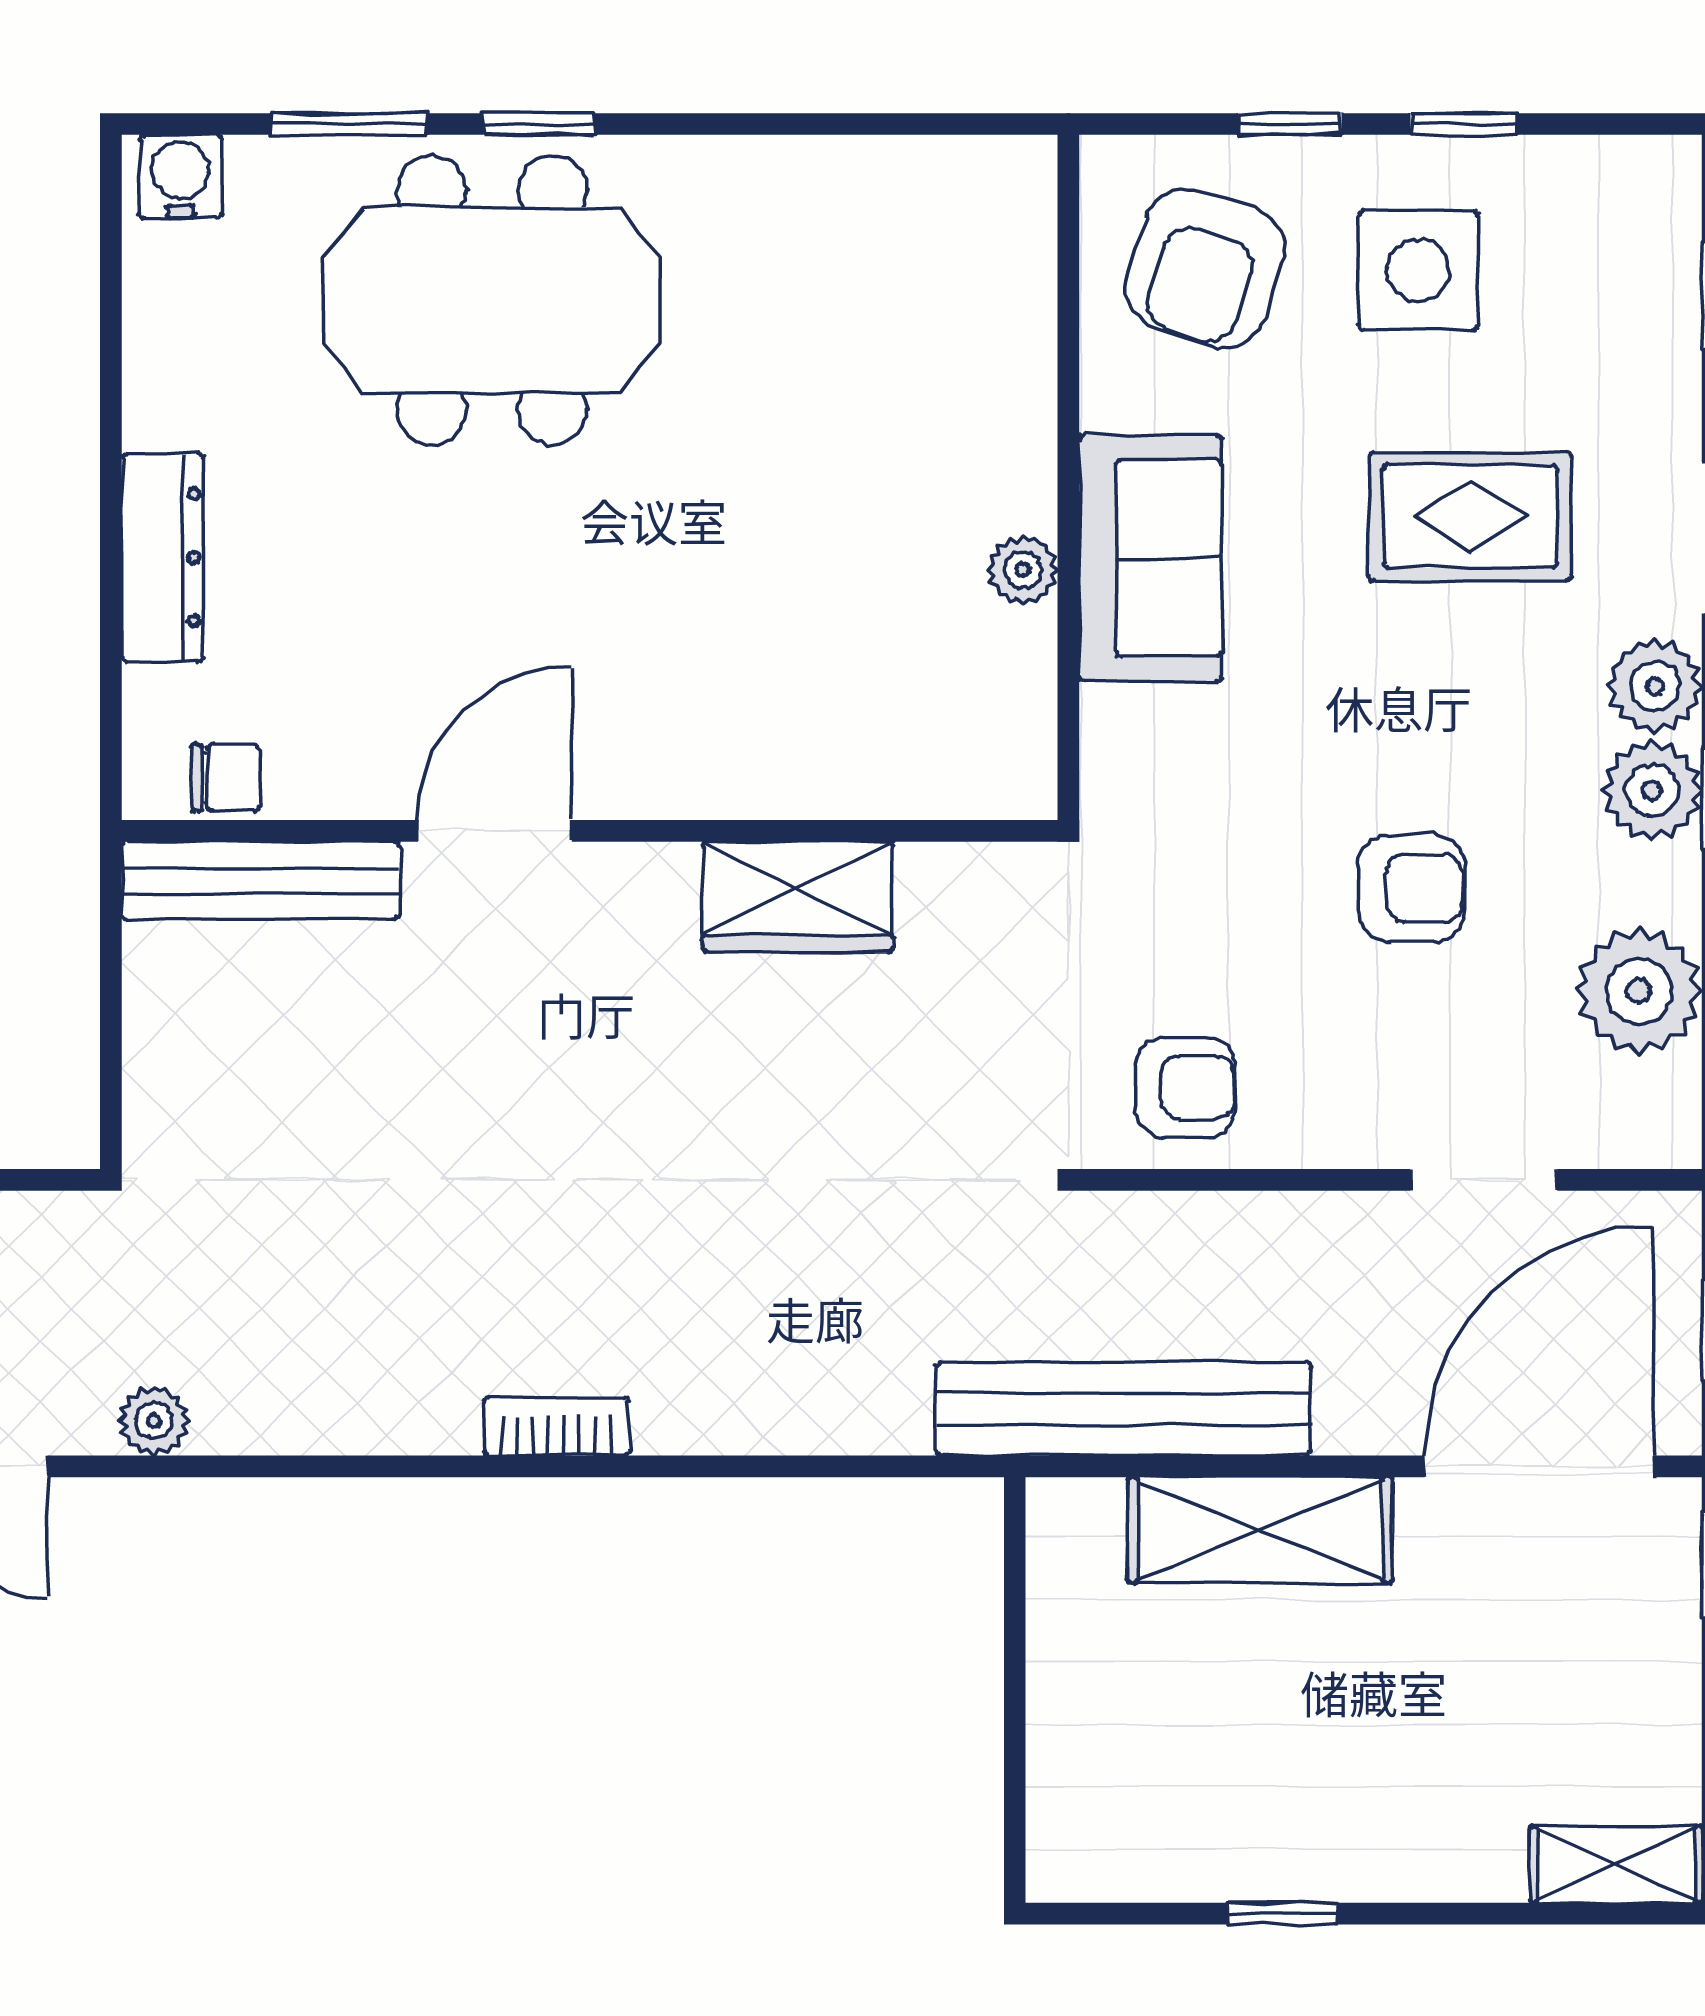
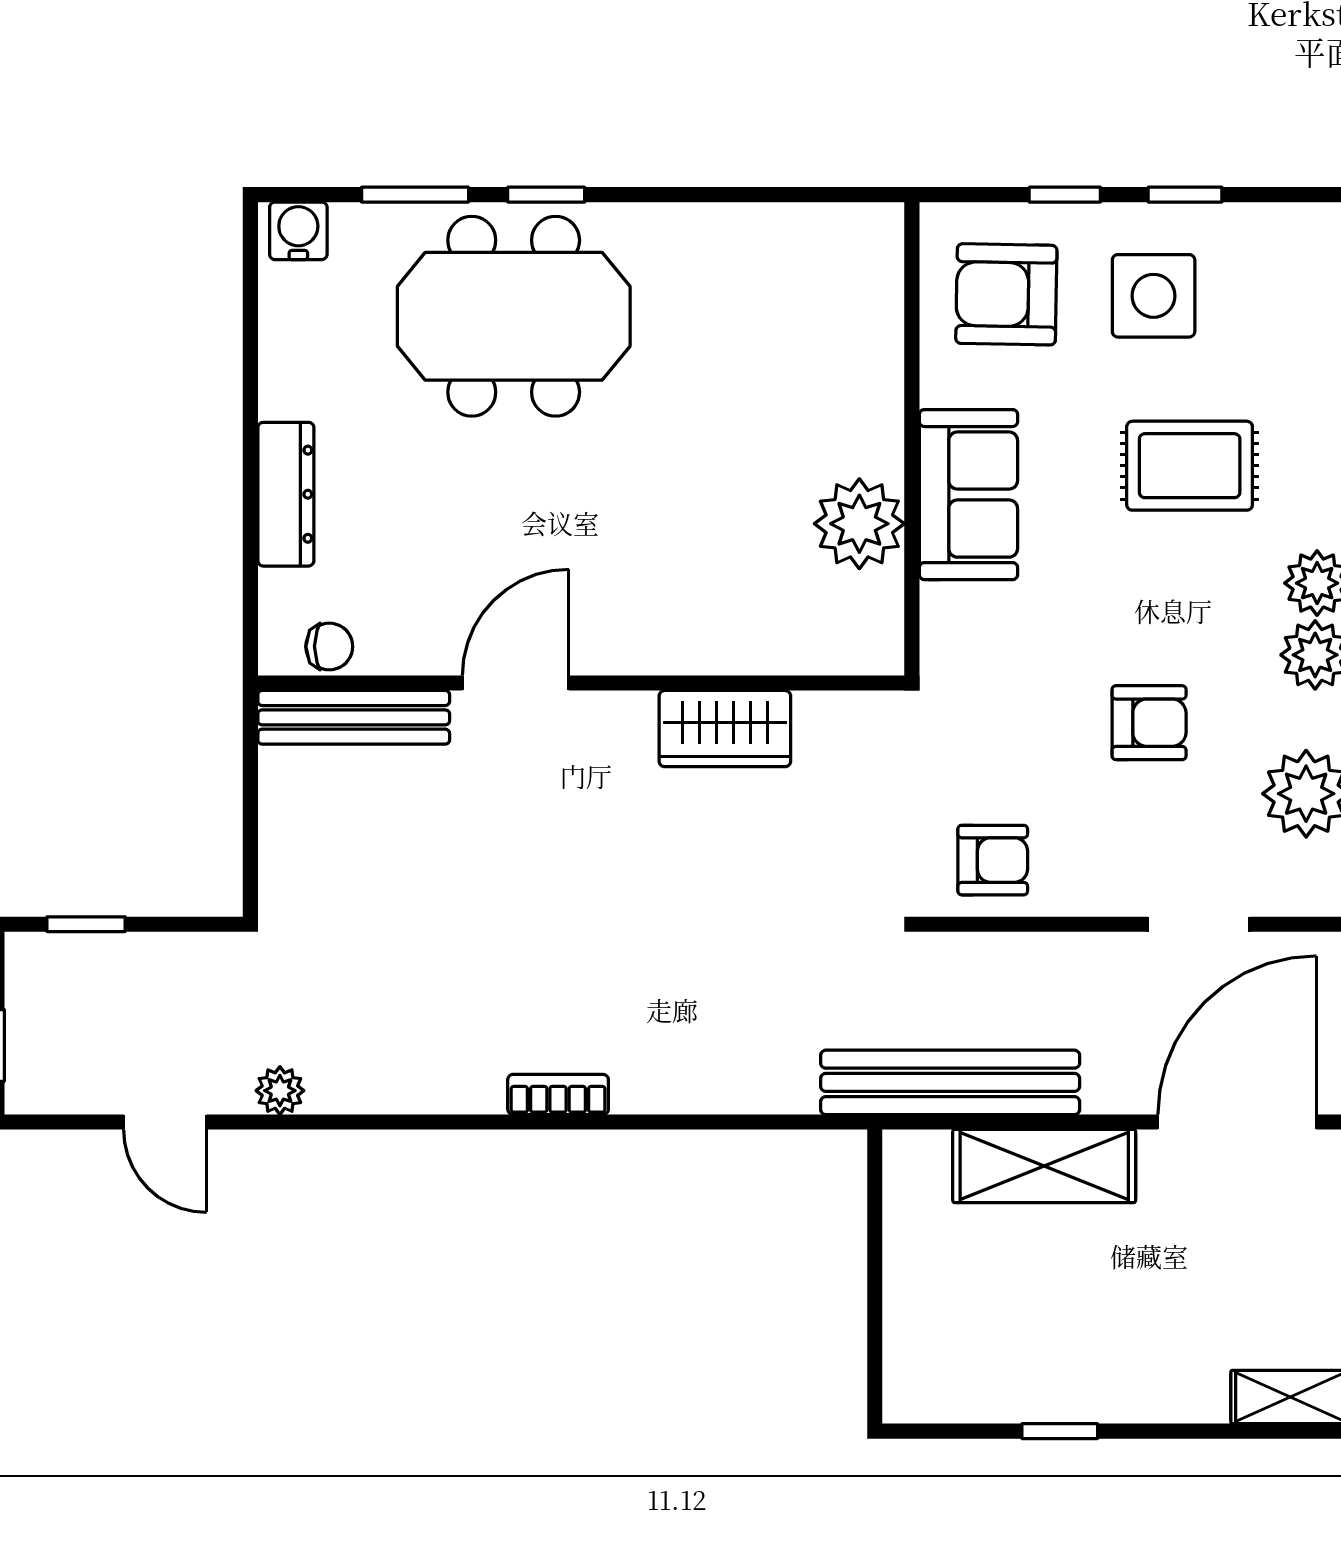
armchair: (1205, 268) -> (1006, 294), turned 73
plant: (1023, 570) -> (859, 524), width x1.87, depth x1.87

